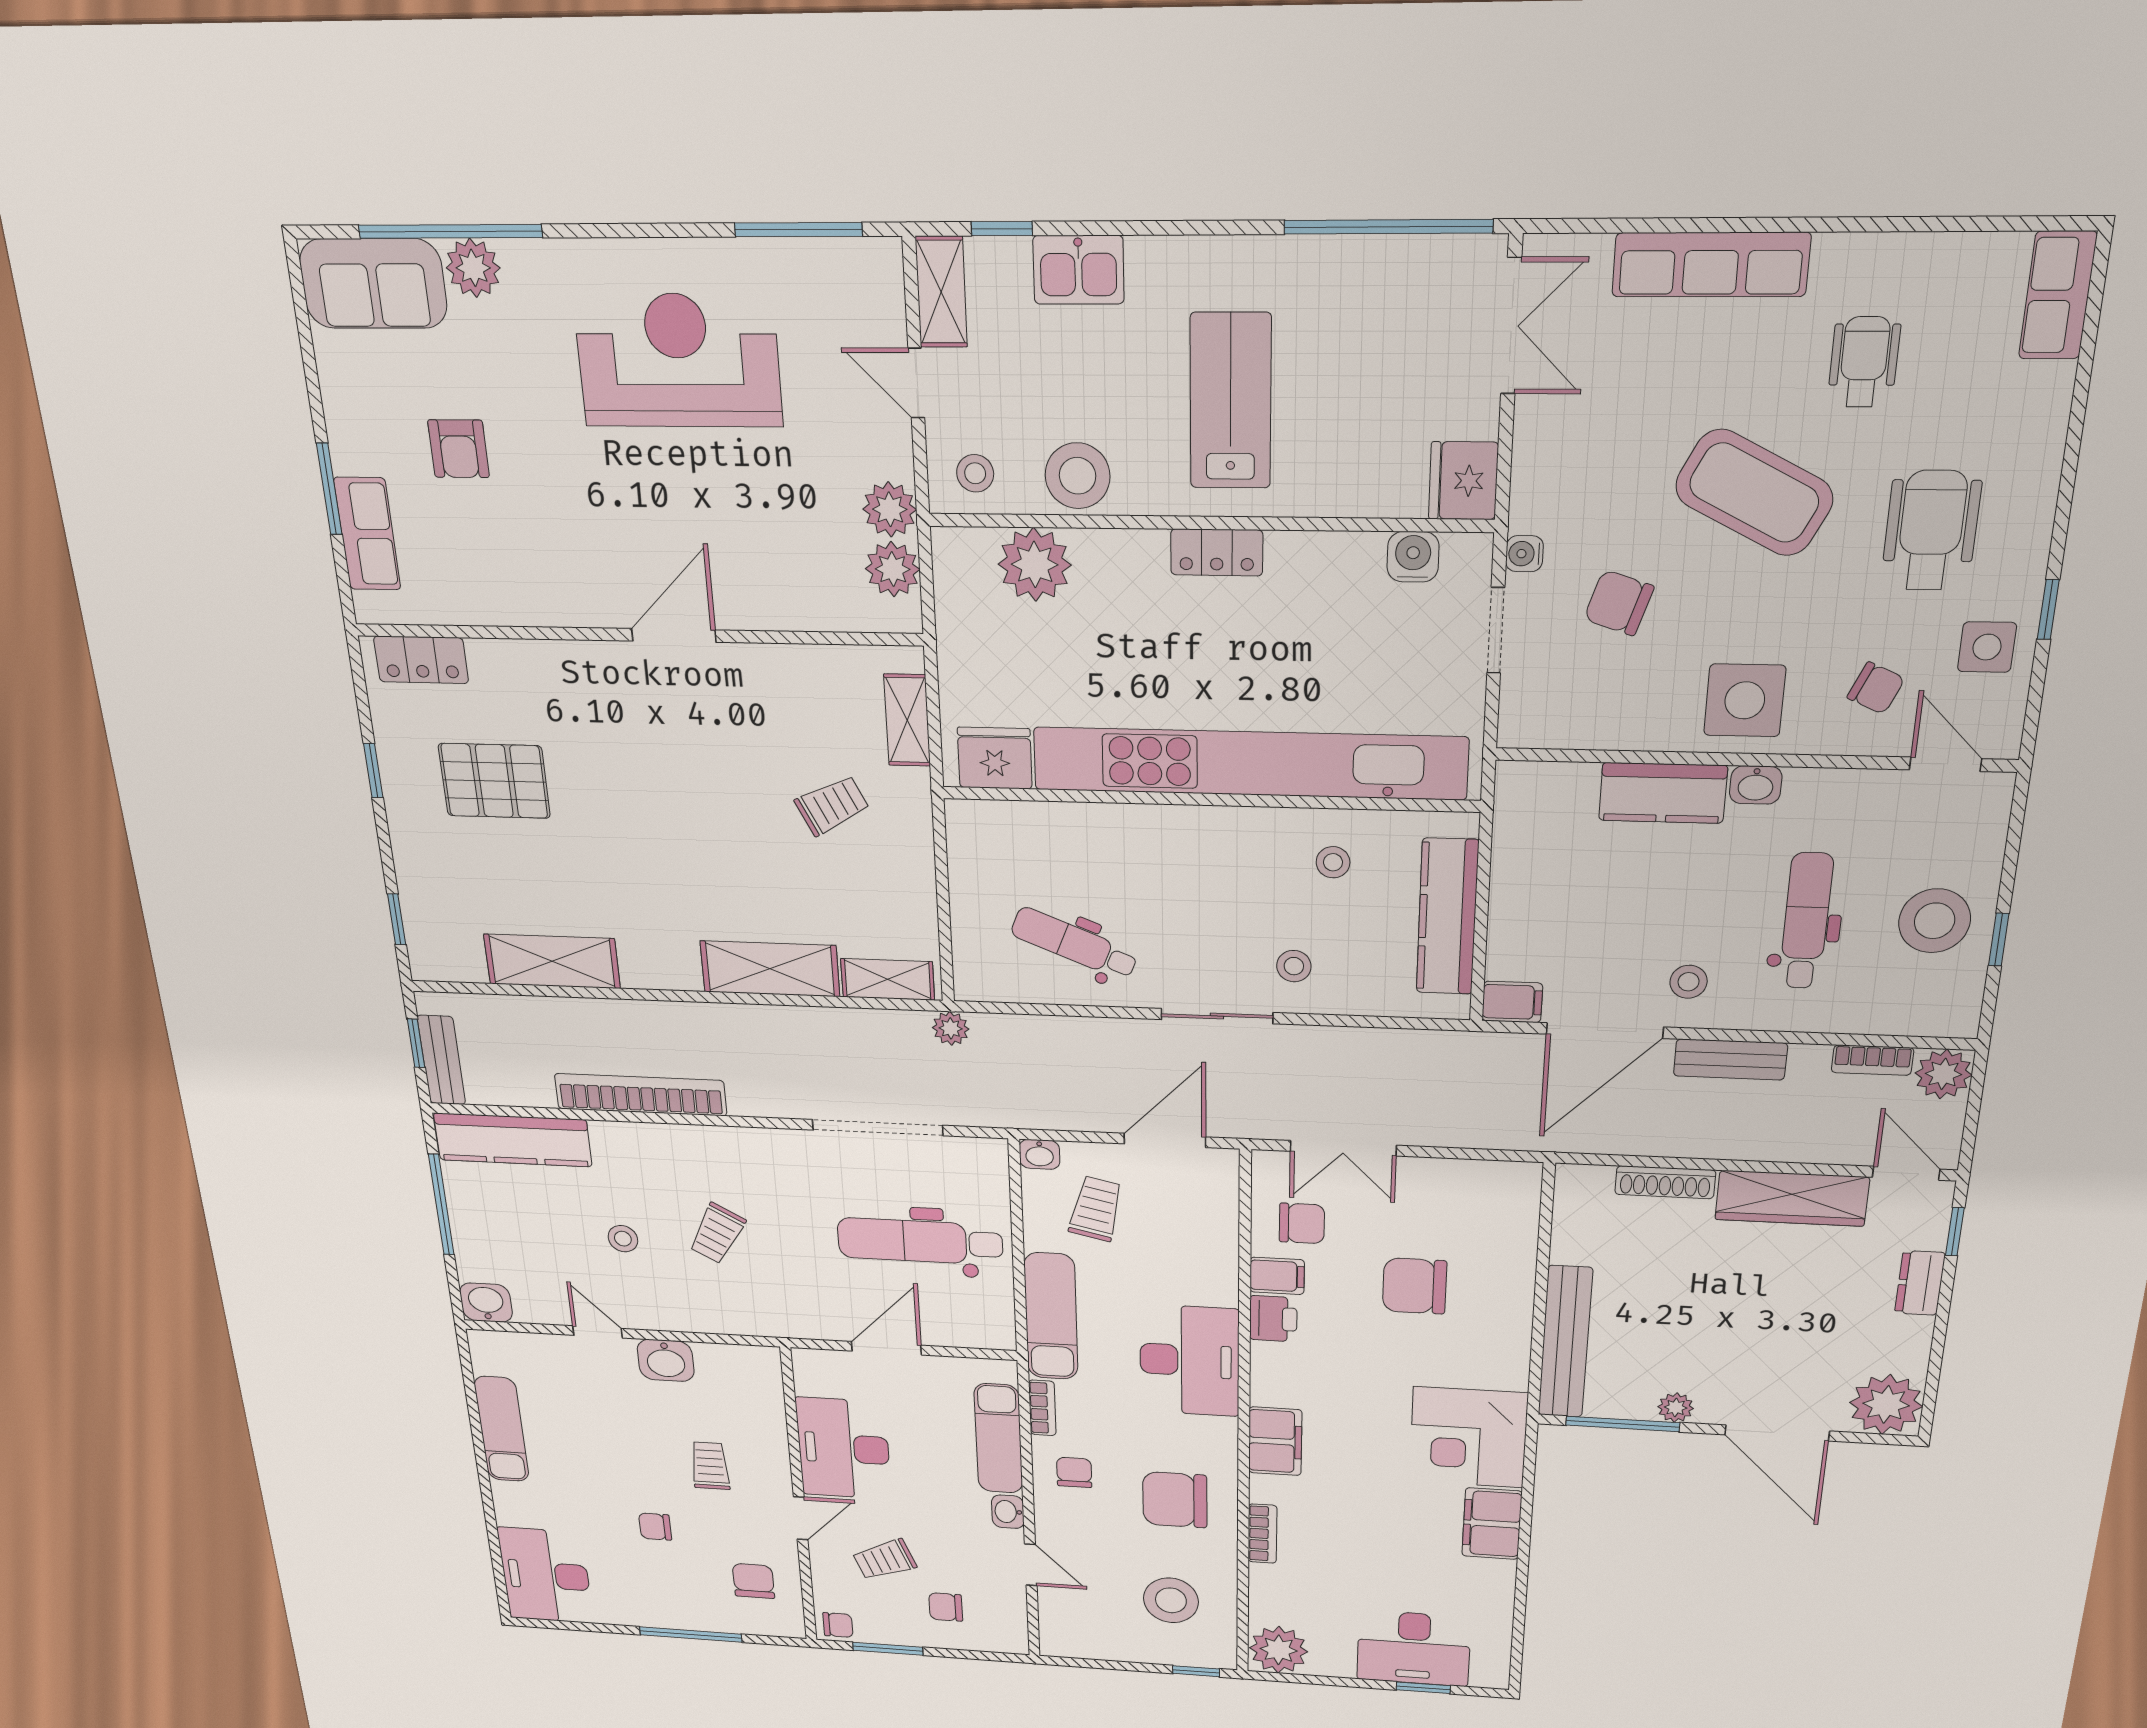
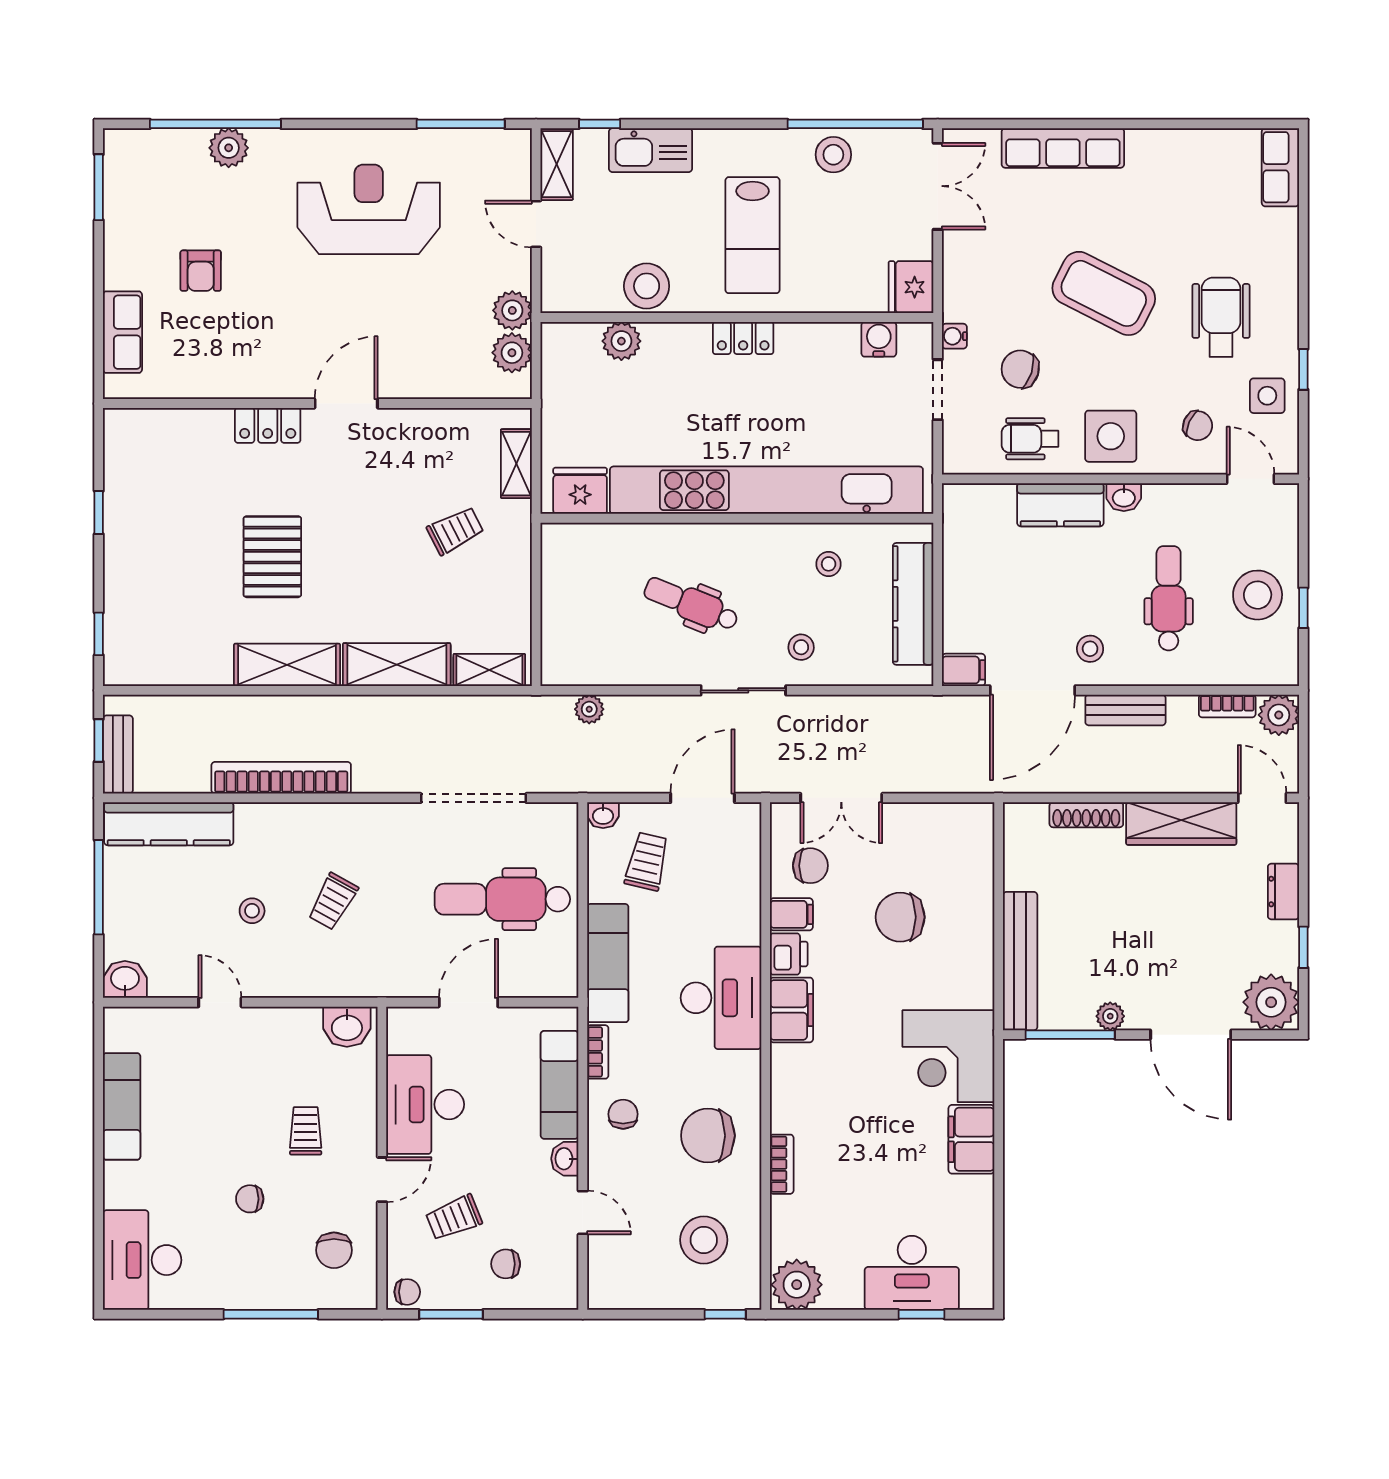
kitchen sink: (1078, 270) -> (651, 150), width x1.38
sofa: (373, 284) -> (155, 158), removed
wheelchair: (1864, 362) -> (1030, 439), moved, turned -90
lab bench: (1231, 401) -> (753, 235), turned 180
stool: (975, 473) -> (833, 155), moved, width x1.37, depth x1.37
window: (329, 489) -> (99, 187), moved
plant: (1035, 565) -> (621, 341), width x0.73, depth x0.73
locker: (421, 660) -> (268, 425), moved
pallet: (494, 781) -> (272, 557), moved, turned 90
dental chair: (1074, 944) -> (691, 604), moved
shelving: (552, 961) -> (287, 665), moved
plant: (951, 1028) -> (589, 709), moved
window: (1955, 1232) -> (1303, 947), moved
washbasin: (666, 1360) -> (347, 1027), moved
filing cabinet: (1275, 1441) -> (792, 1010), moved
chair: (753, 1581) -> (334, 1250), turned 180

